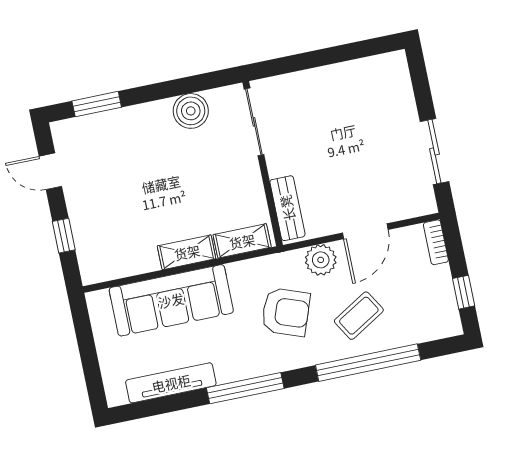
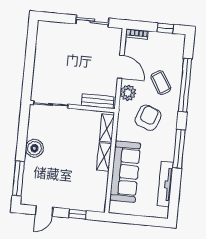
window: (97, 104) -> (18, 178), width x1.44
boiler: (191, 111) -> (34, 148), moved

